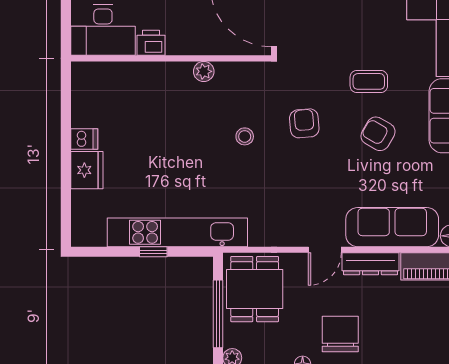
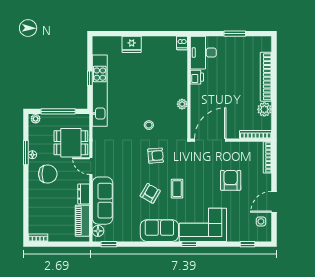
dishwasher: (84, 139) -> (182, 43), moved
dresser: (371, 264) -> (84, 194), width x0.70
dining table: (255, 289) -> (71, 143), moved

